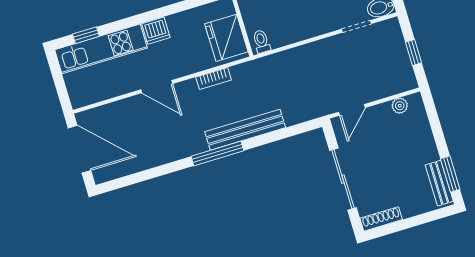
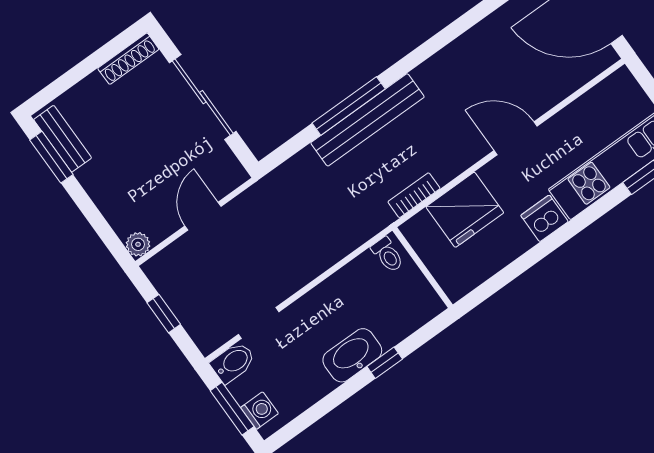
fridge: (226, 38) -> (465, 210), moved, turned 90
bookcase: (214, 78) -> (414, 195), moved
plant: (400, 106) -> (138, 244), moved
door: (352, 110) -> (203, 216), moved
window: (217, 153) -> (349, 106), moved

